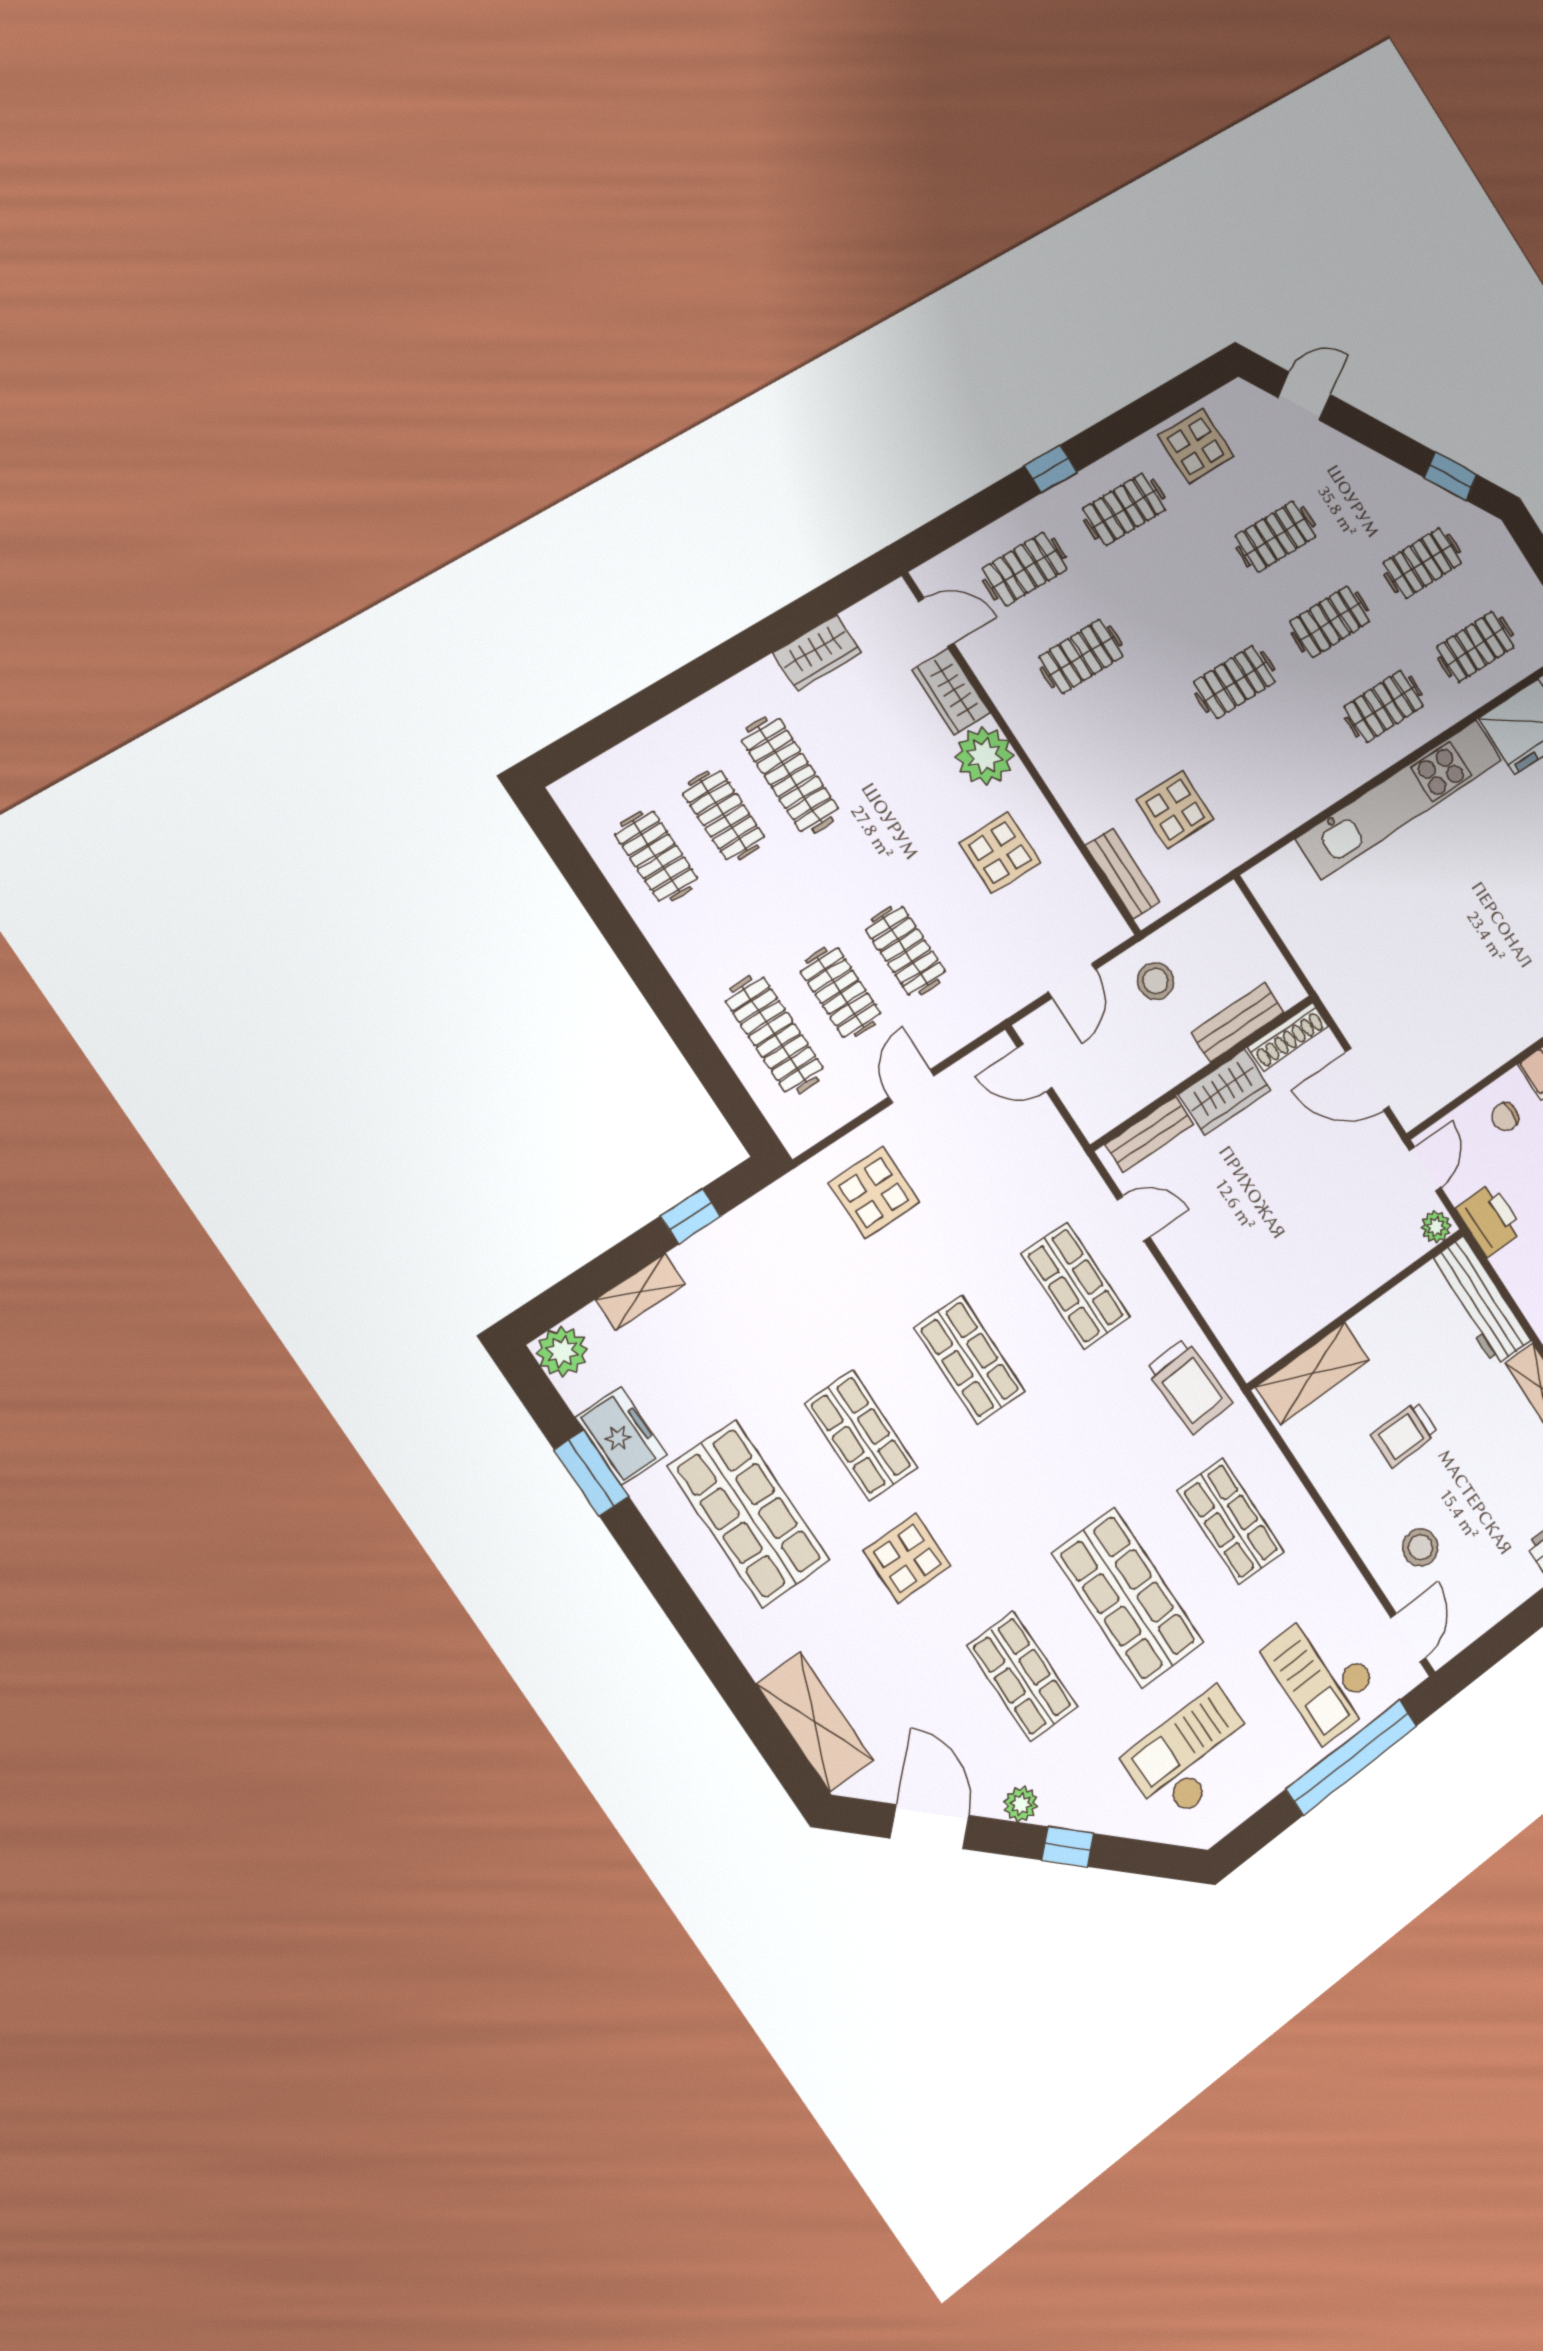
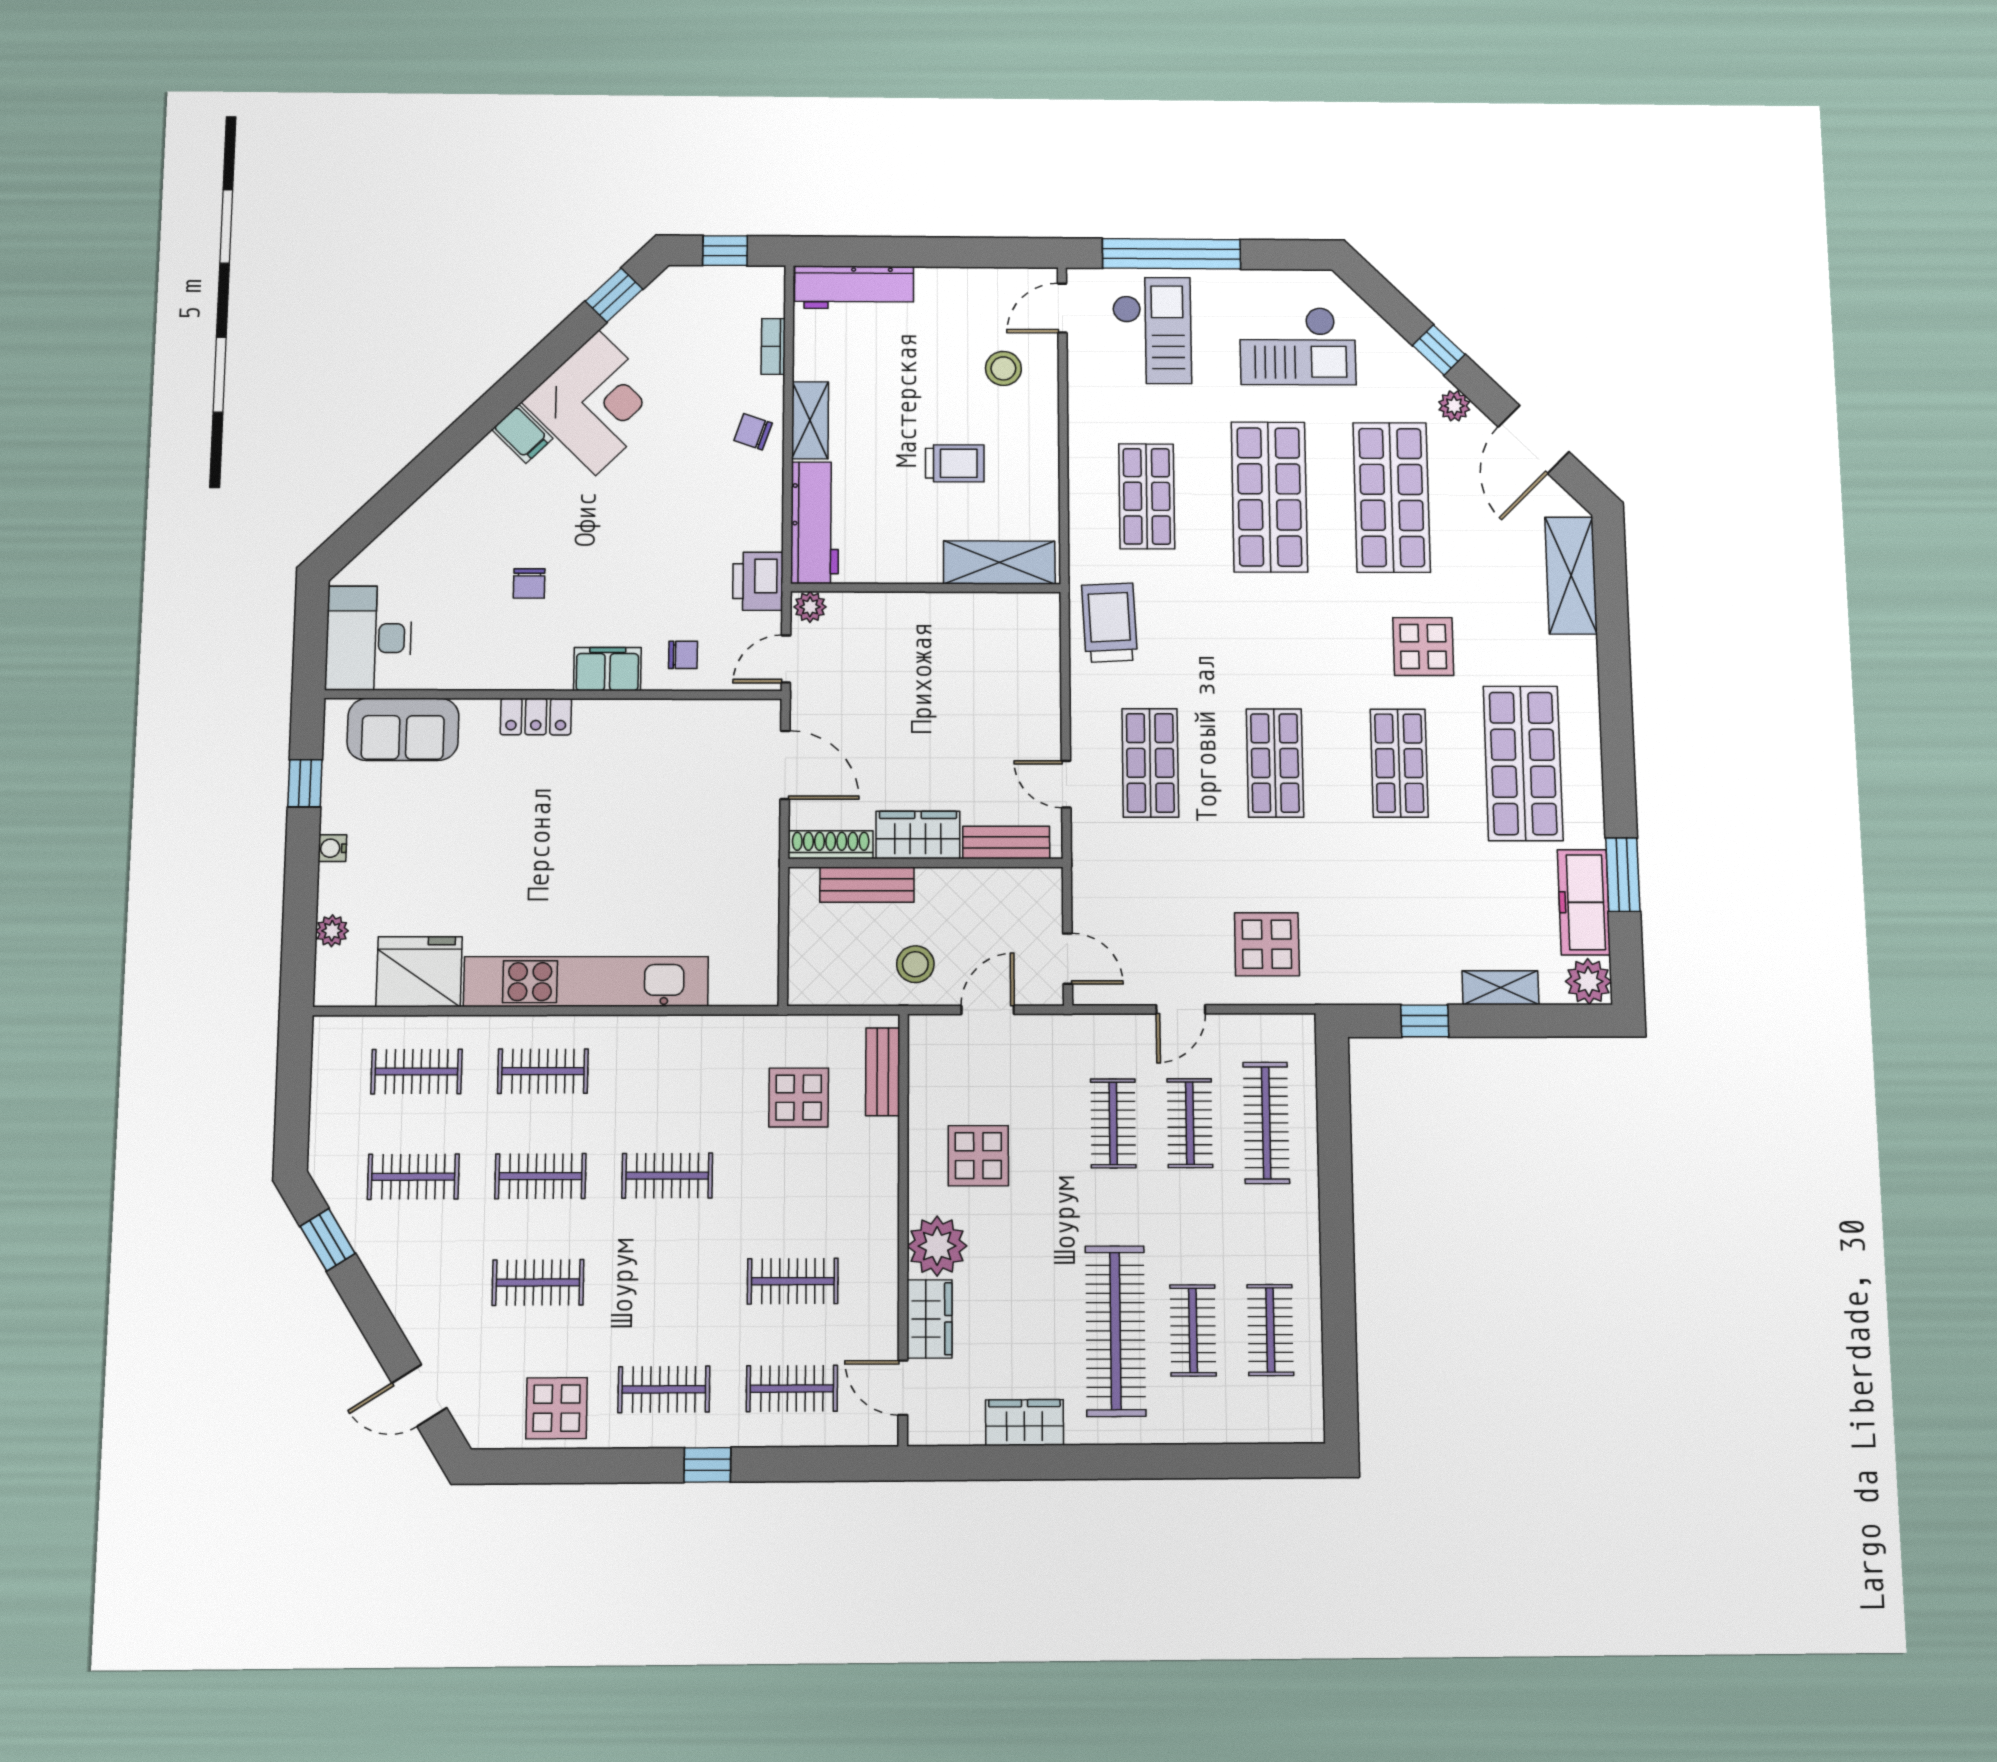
clothes rail: (790, 775) -> (1115, 1331), width x1.37, depth x1.31
freezer: (621, 1436) -> (1584, 902), width x1.40
shop shelf: (1022, 1676) -> (1392, 497), width x1.43, depth x1.36

